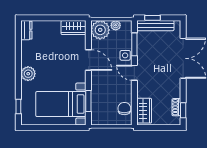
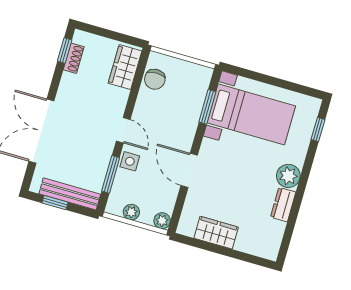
window: (153, 18) -> (55, 203), moved
wardrobe: (73, 28) -> (216, 233), moved
dresser: (26, 30) -> (283, 205), moved
plant: (100, 30) -> (162, 221), width x0.53, depth x0.53

